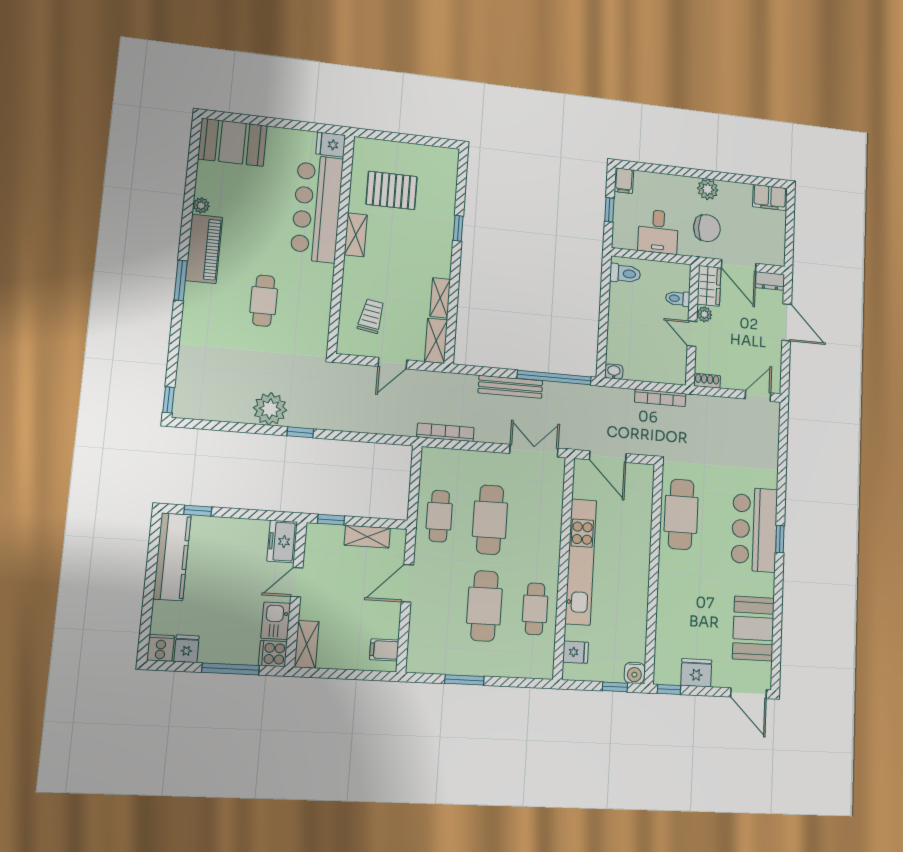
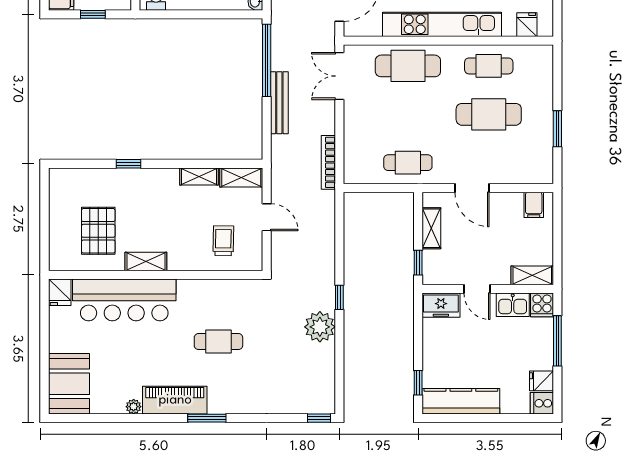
trolley: (371, 316) -> (223, 241), turned 81
cafe table: (490, 520) -> (408, 66), moved

